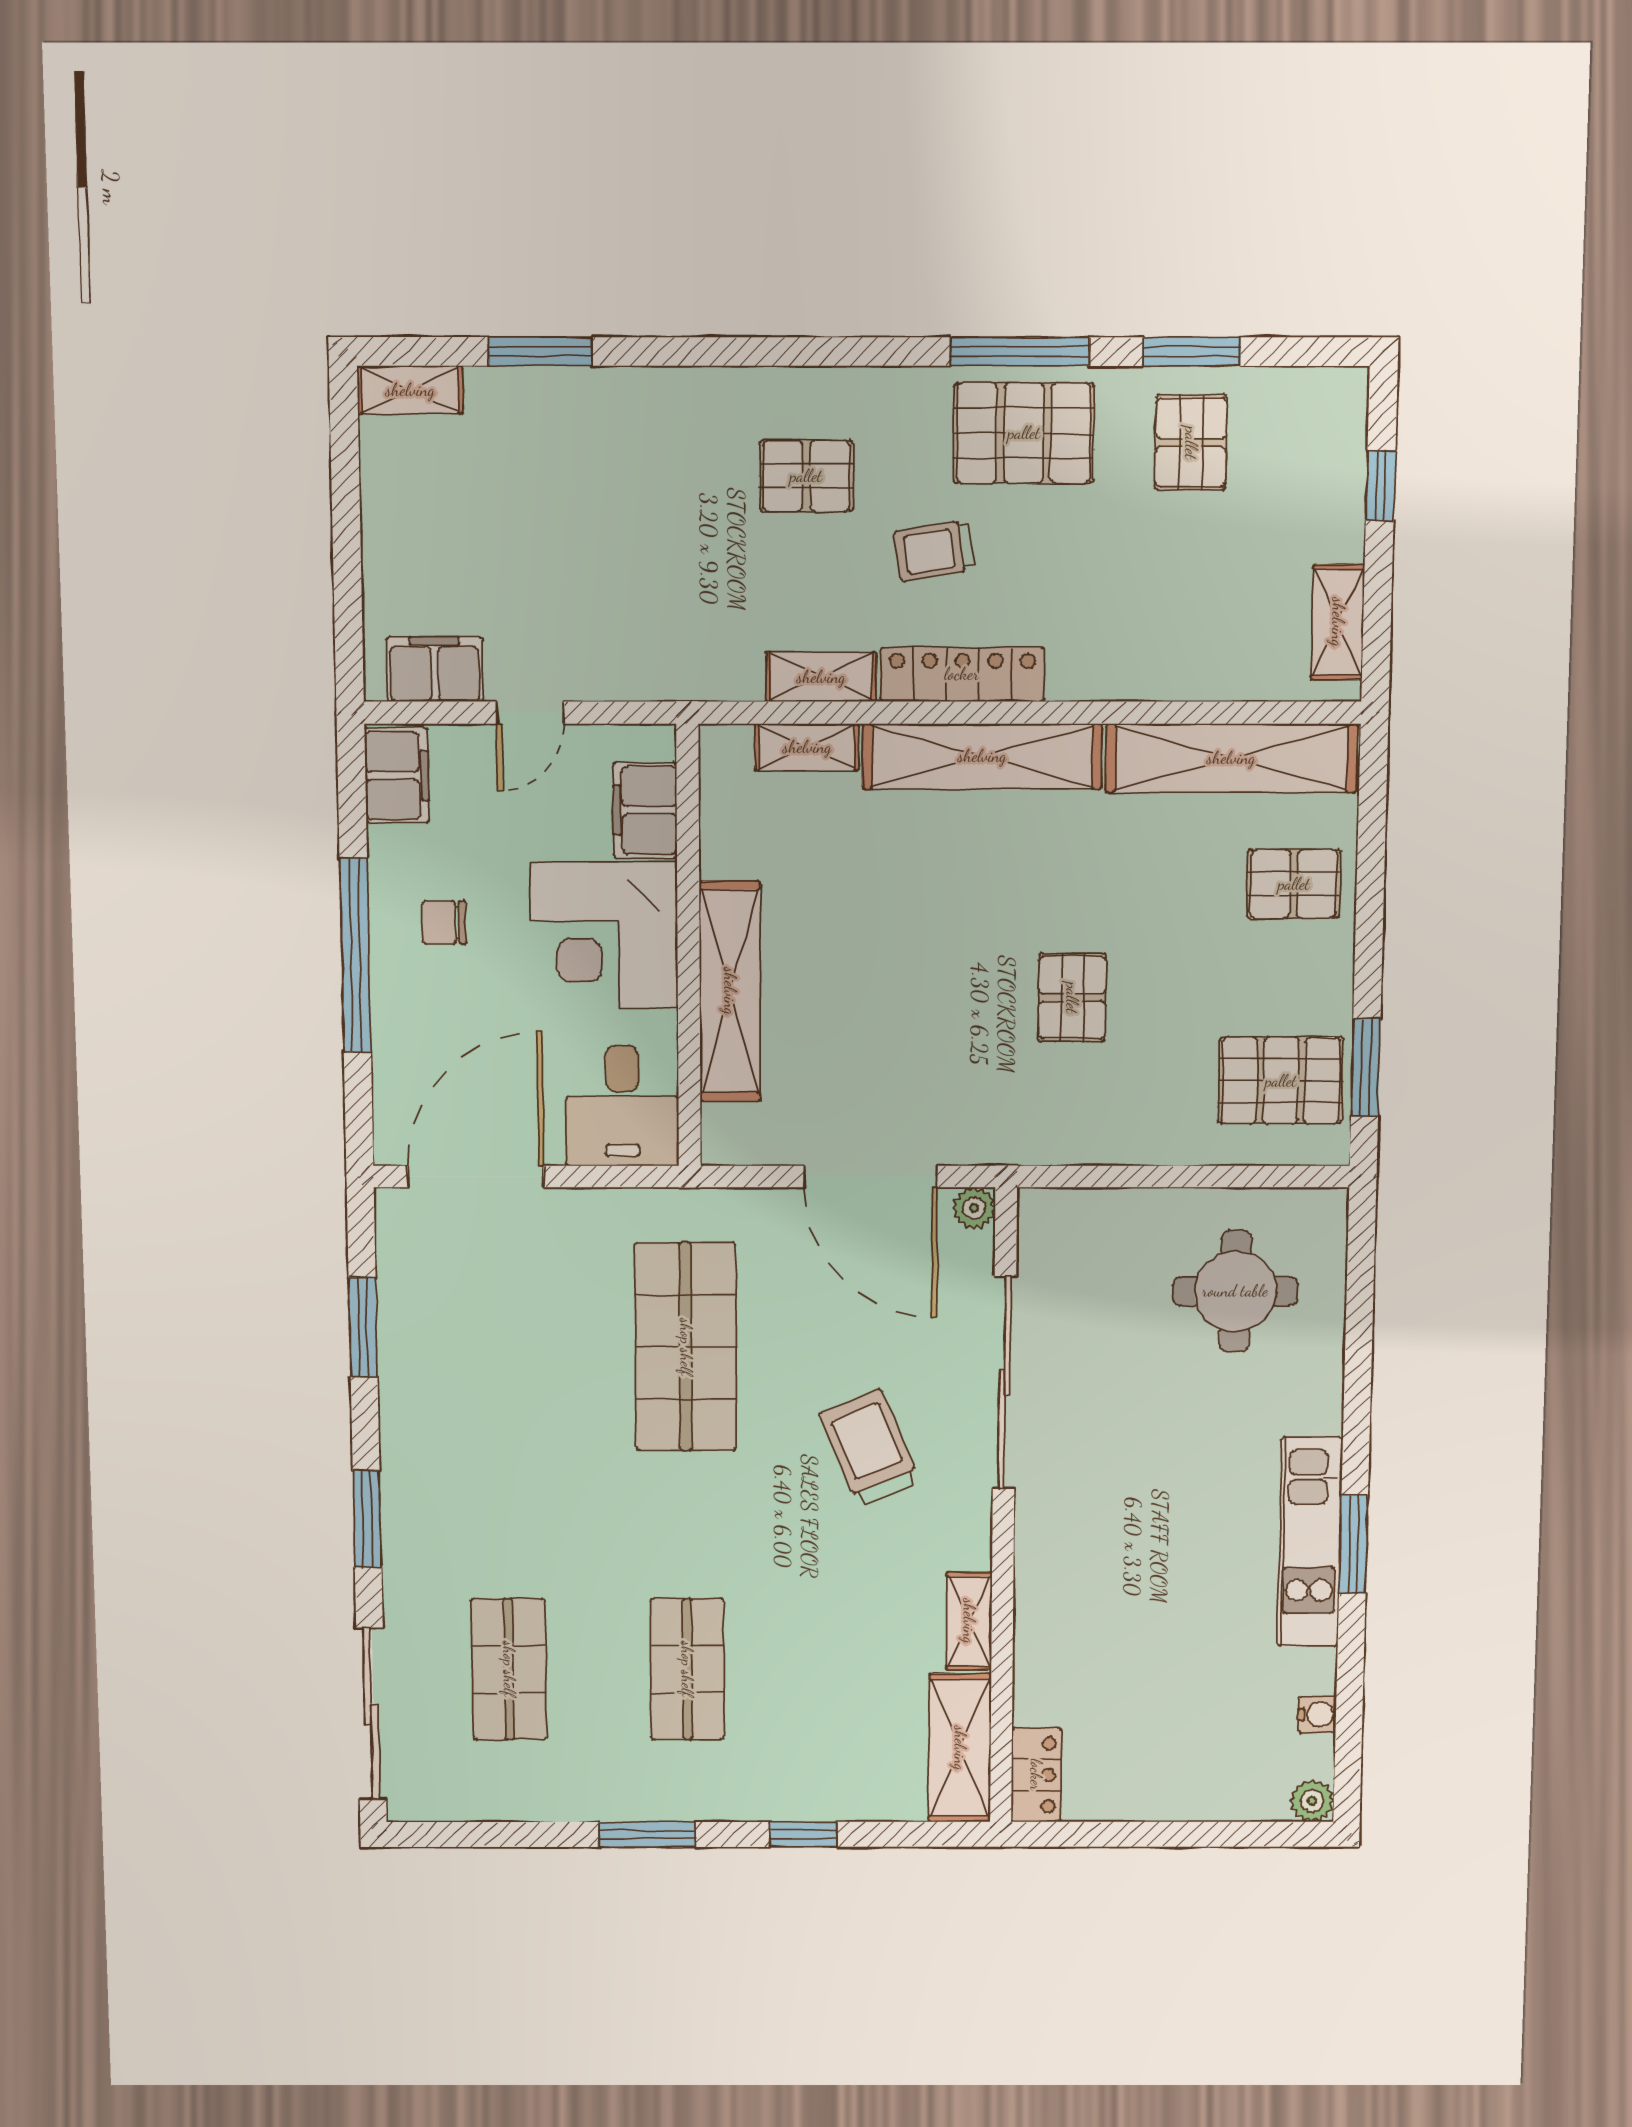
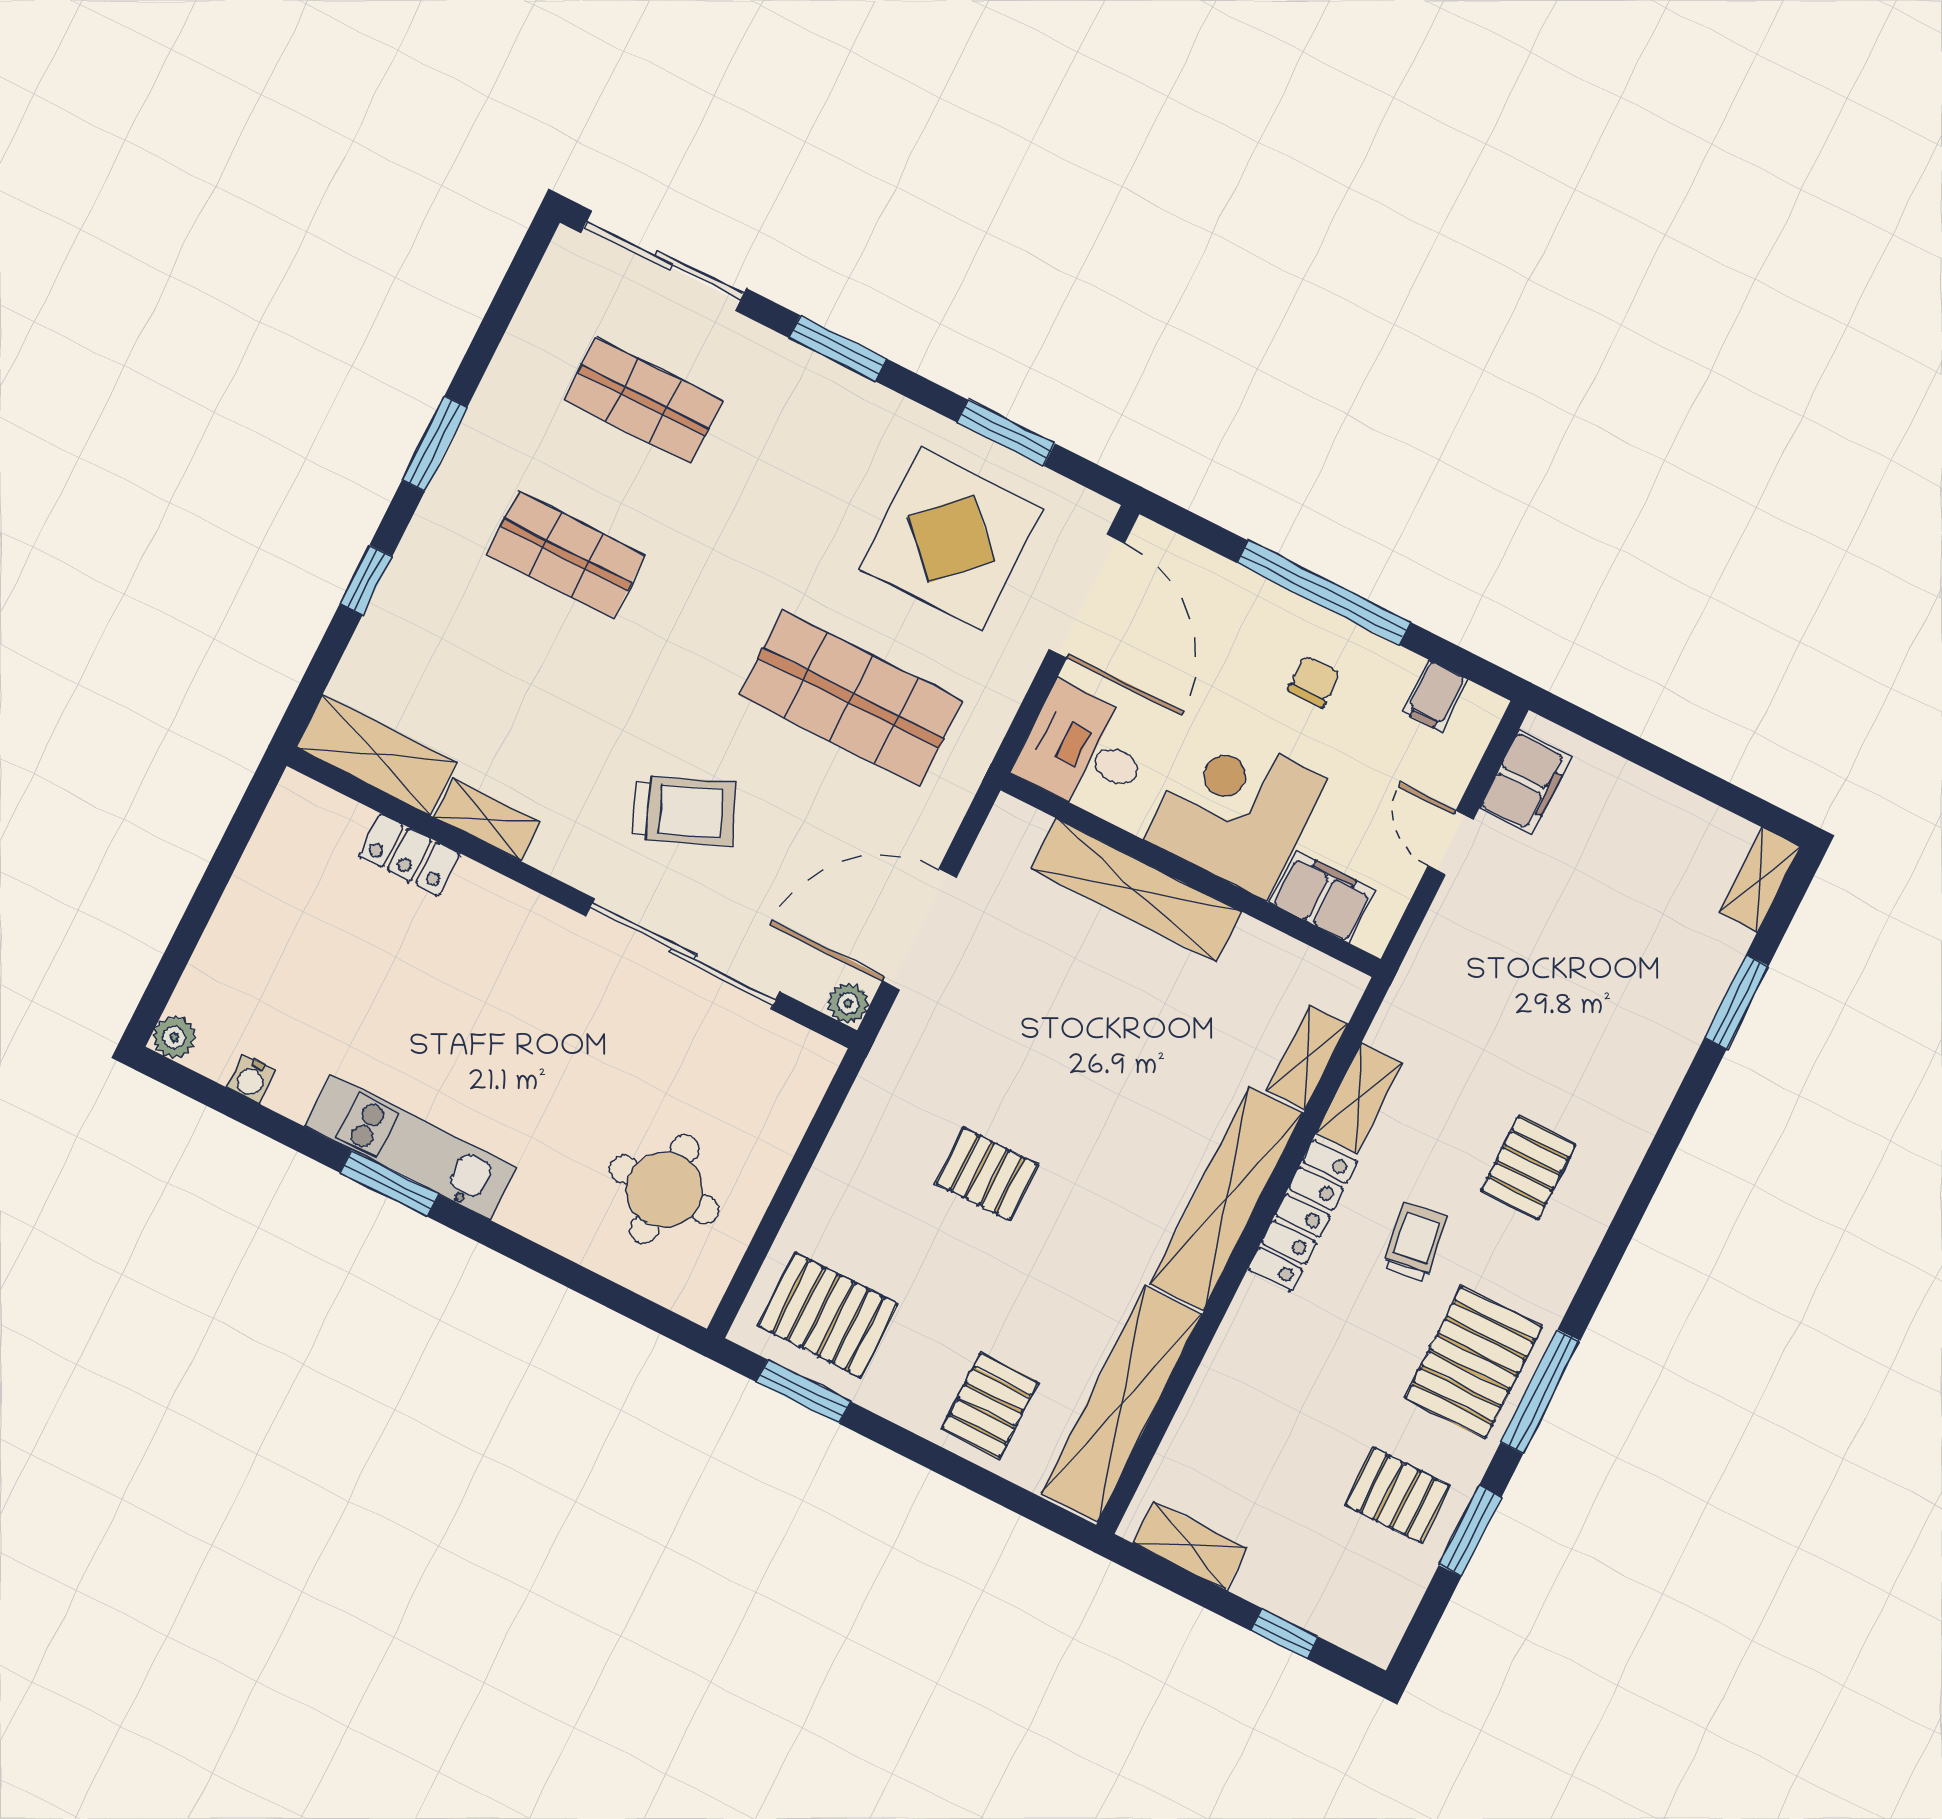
filing cabinet: (397, 776) -> (1435, 696), width x0.50
pallet: (1281, 1081) -> (828, 1315), turned 90
display table: (488, 1329) -> (951, 539), added
locker: (1036, 1775) -> (409, 855), moved

